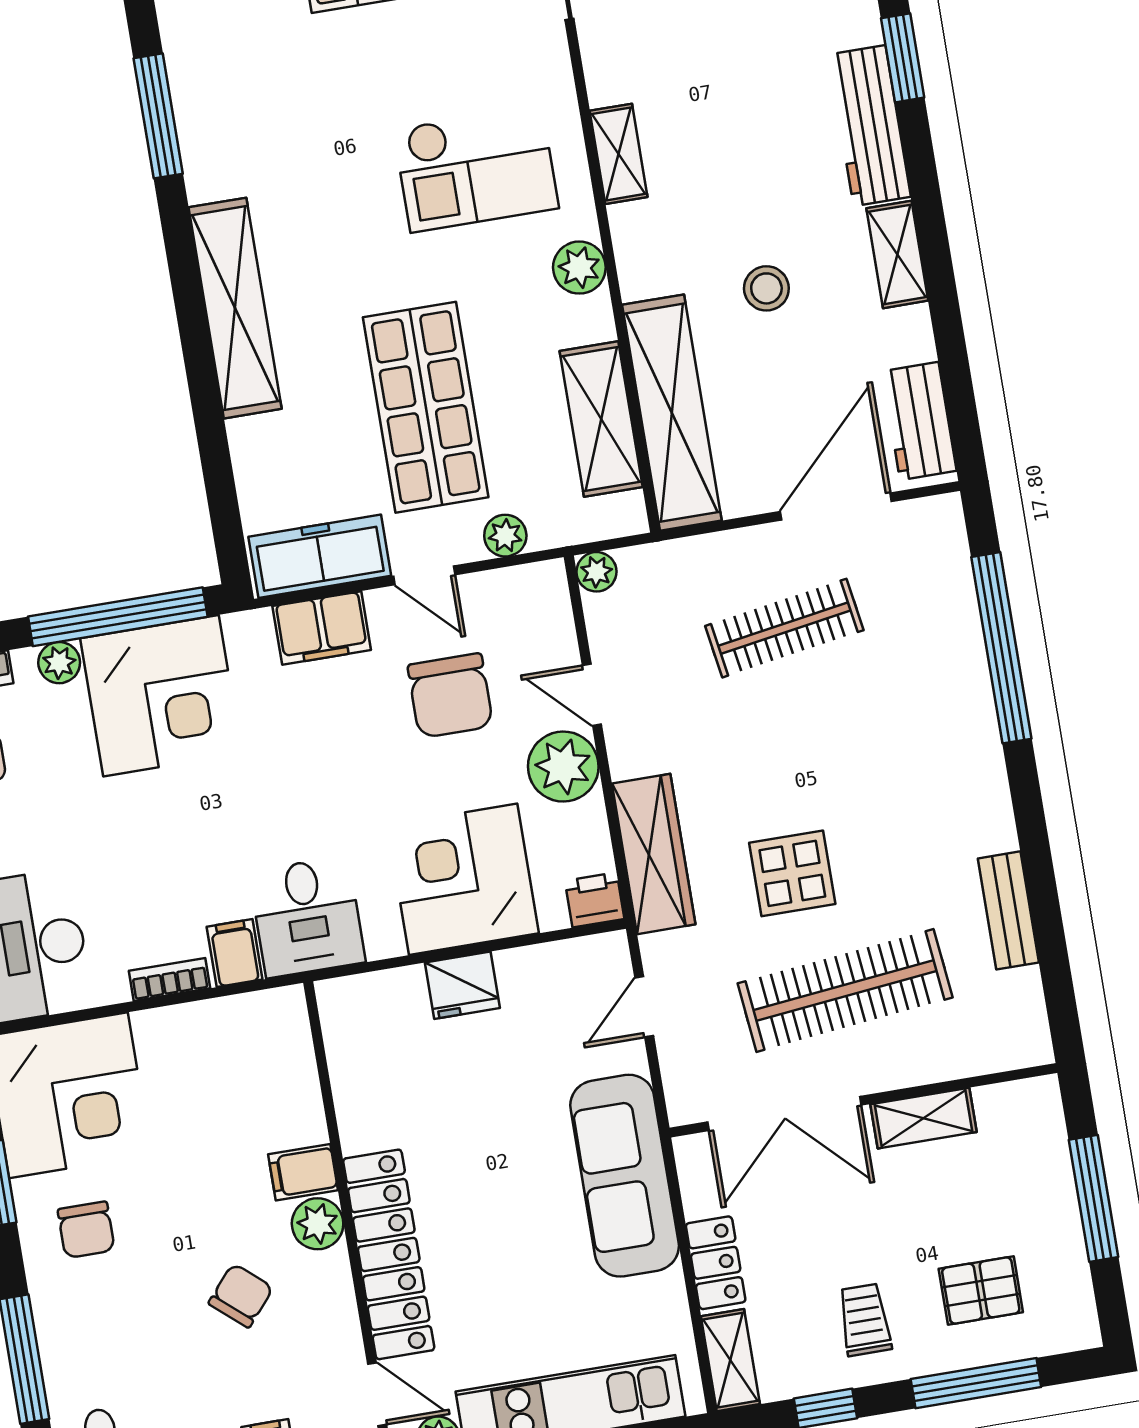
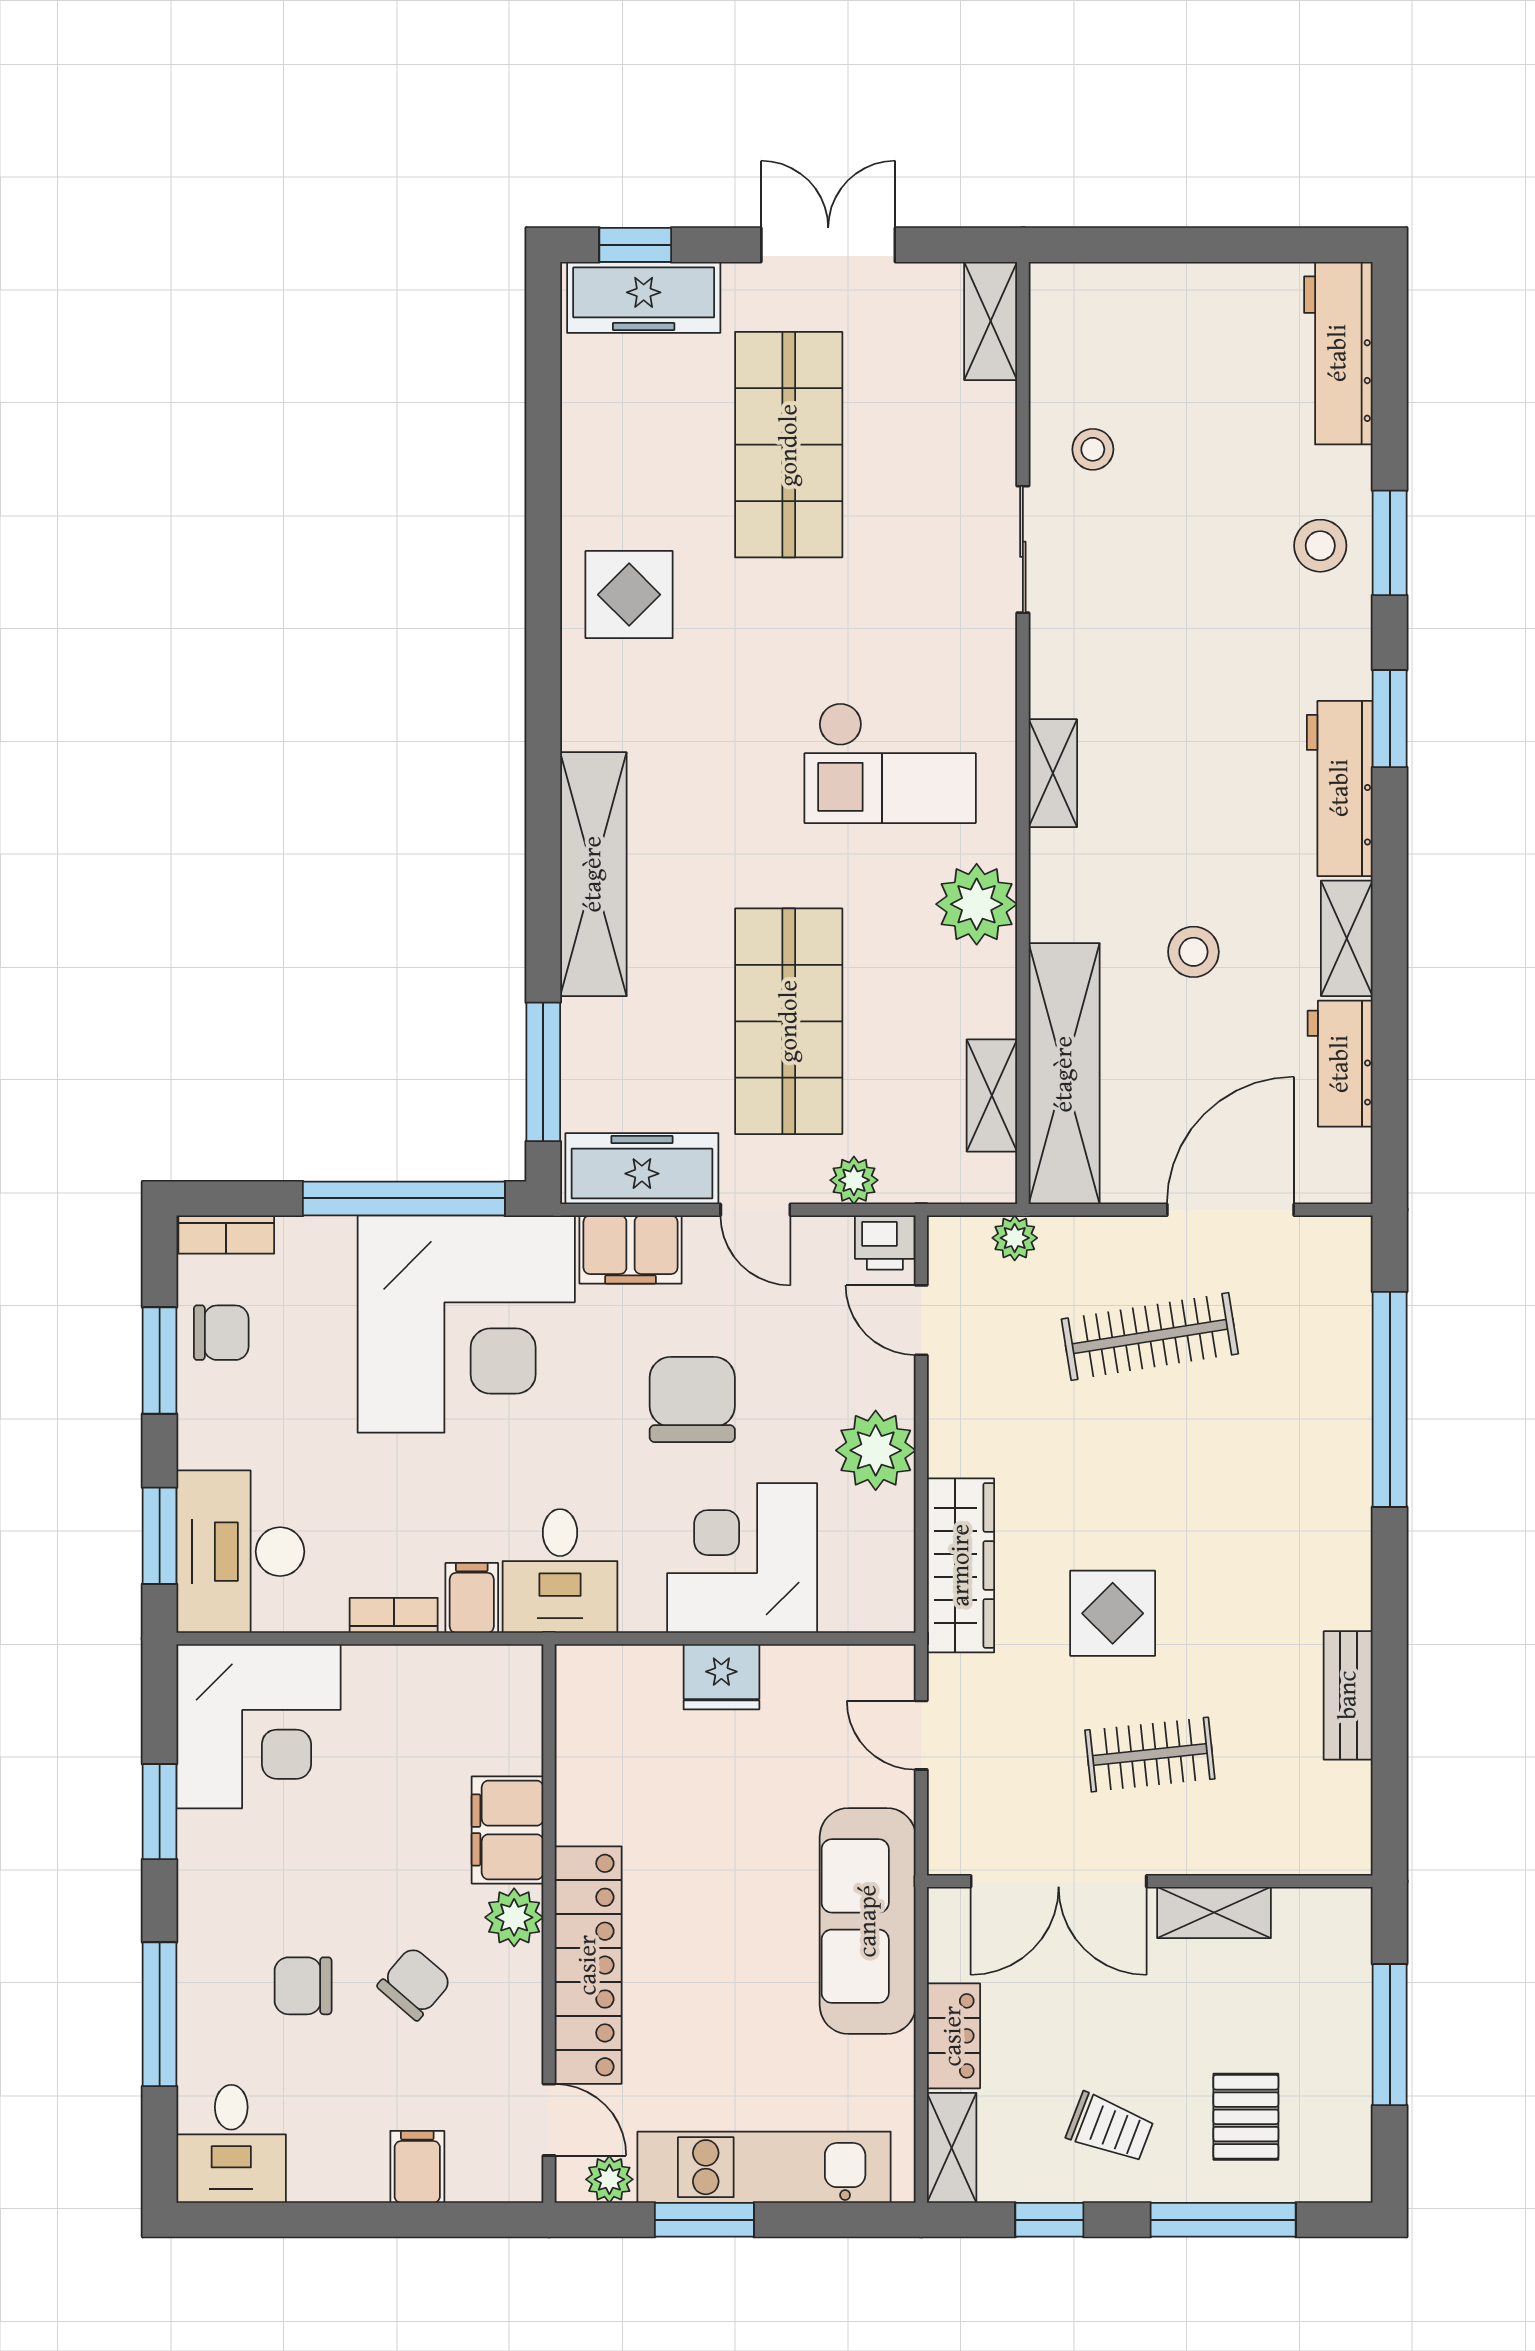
display table: (225, 61) -> (629, 595), added
window: (158, 116) -> (543, 1072), moved
plant: (579, 268) -> (977, 904), width x1.36, depth x1.36
shelving: (601, 419) -> (992, 1095), width x0.67, depth x0.75
workbench: (919, 421) -> (1340, 1064), moved
plant: (596, 572) -> (1015, 1238), moved
plant: (59, 663) -> (329, 1239), removed
door: (592, 695) -> (921, 1320), moved
corner desk: (161, 696) -> (466, 1324), width x1.36, depth x1.36
chair: (450, 696) -> (692, 1400), moved, turned 180
printer: (595, 900) -> (885, 1243), moved, turned 180
clothes rail: (845, 990) -> (1150, 1755), width x0.54, depth x0.76
door: (644, 1007) -> (921, 1735), hinge flipped
filing cabinet: (303, 1172) -> (507, 1830), width x2.00
chair: (86, 1230) -> (303, 1986), moved, turned 90
pallet: (981, 1290) -> (1246, 2117), turned 90
trolley: (865, 1320) -> (1110, 2128), turned 111

